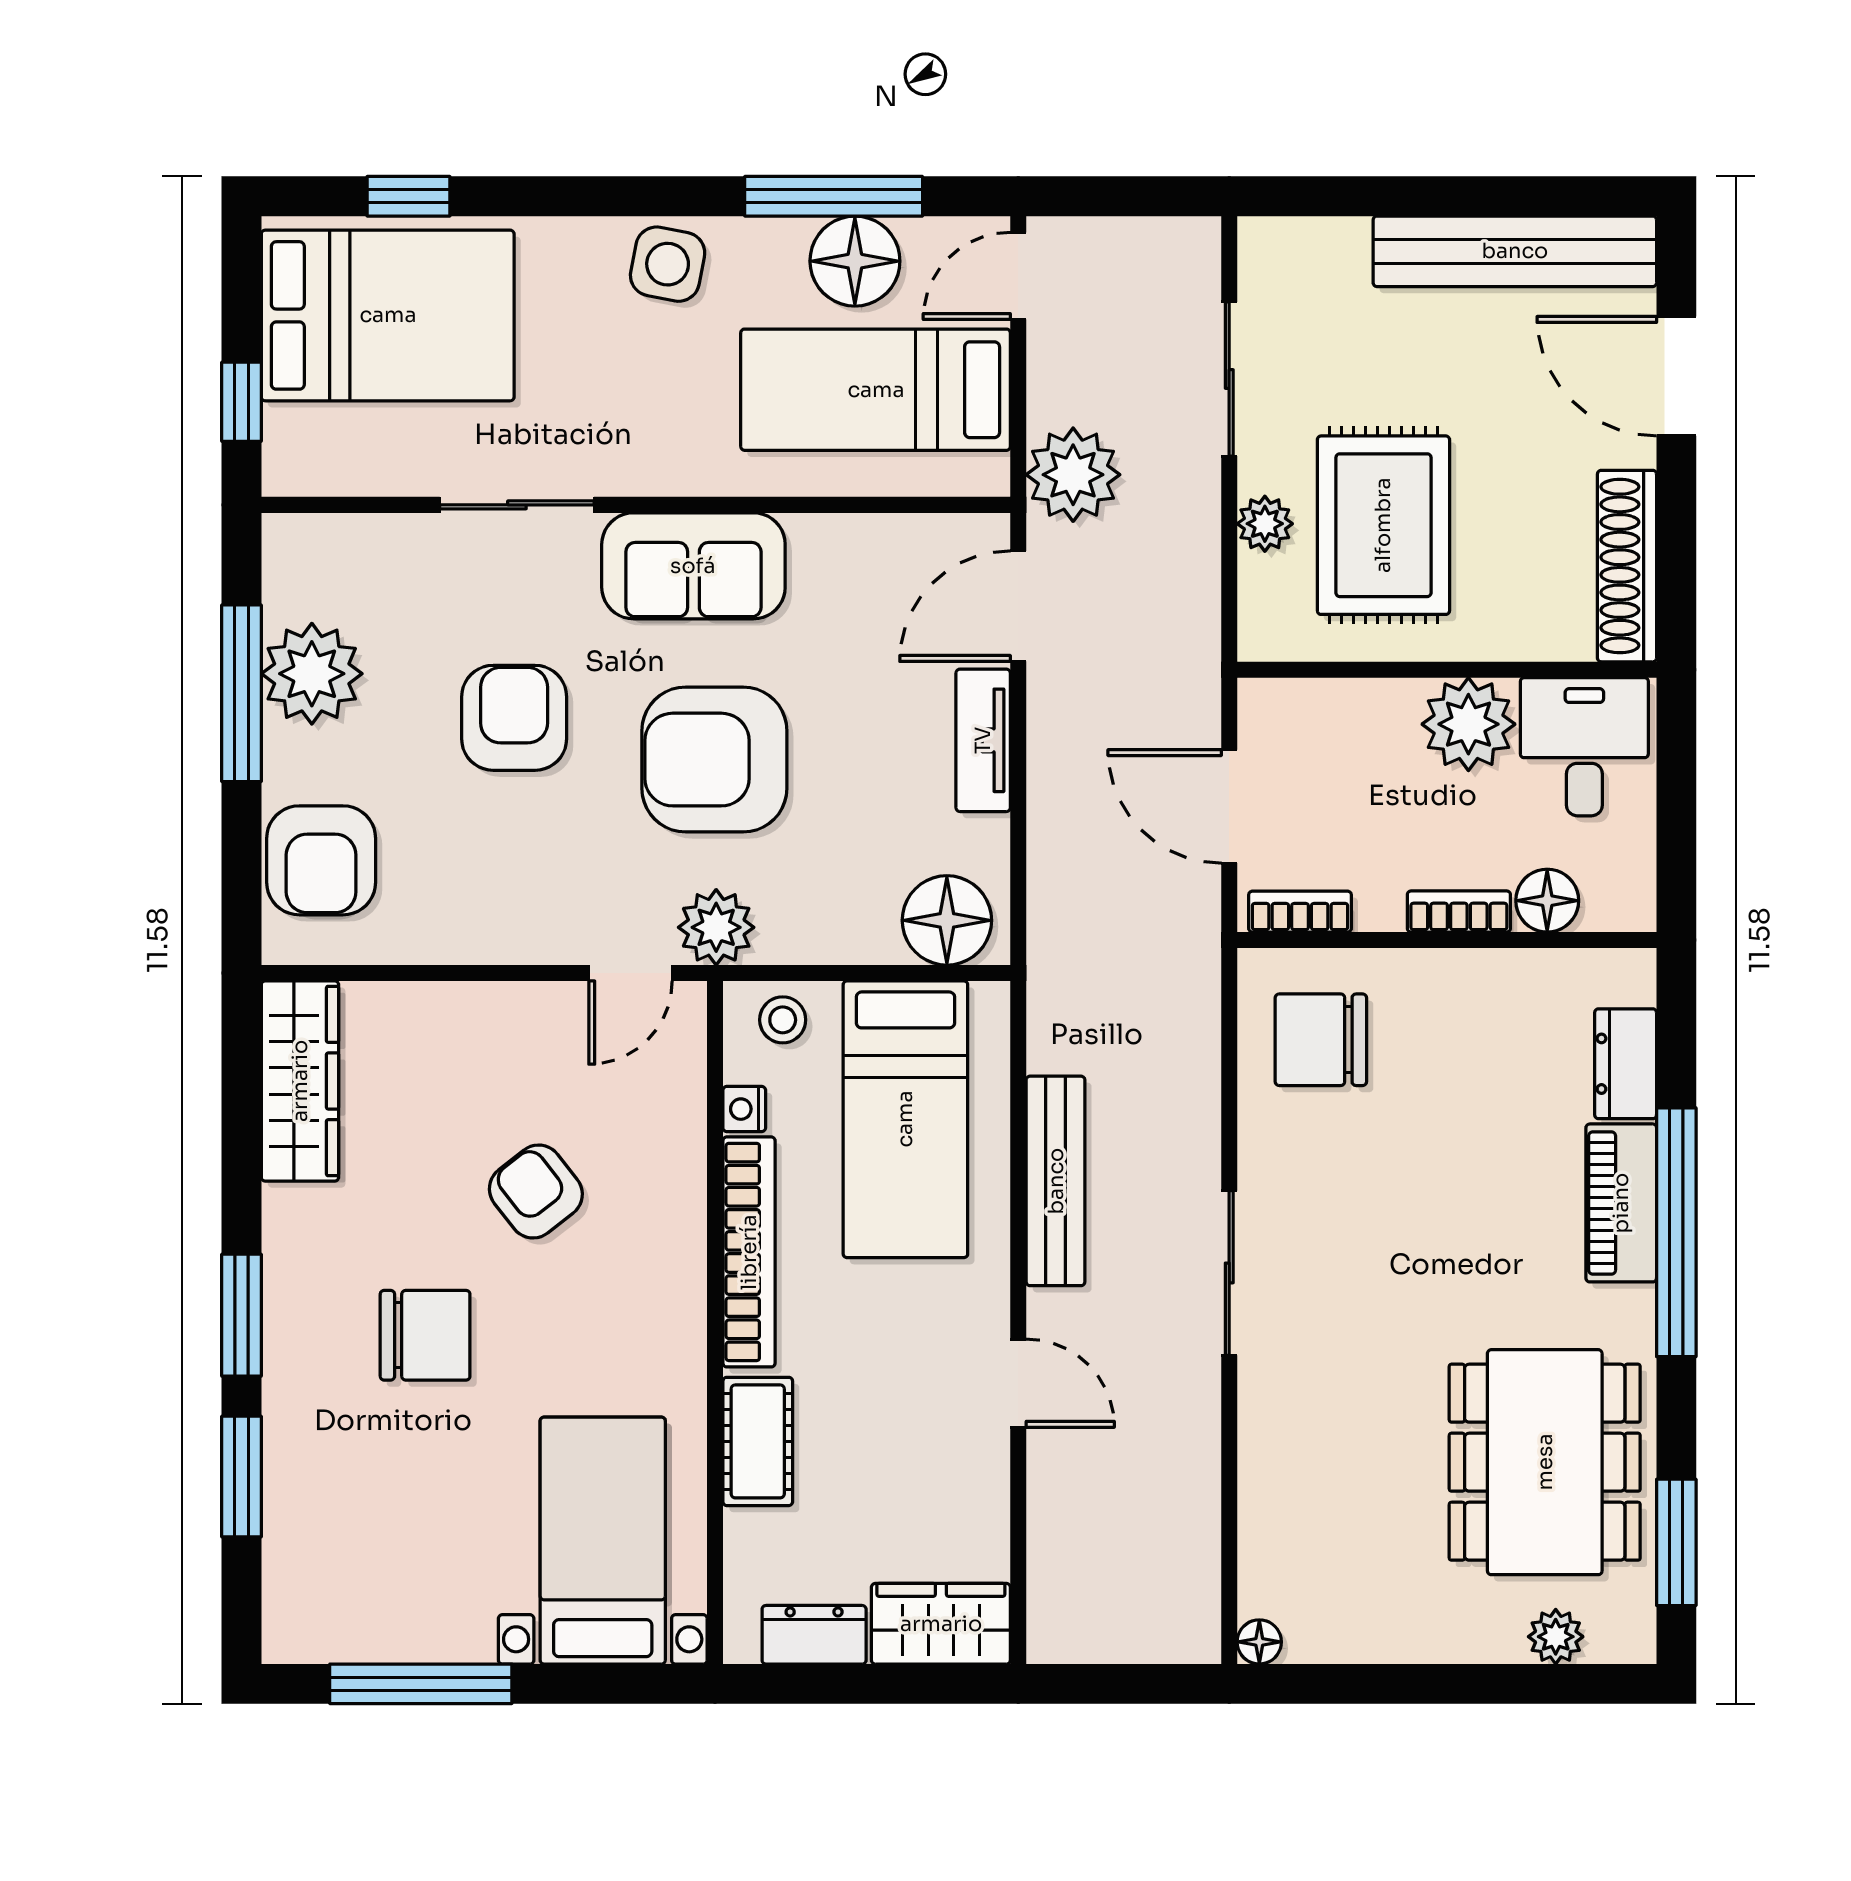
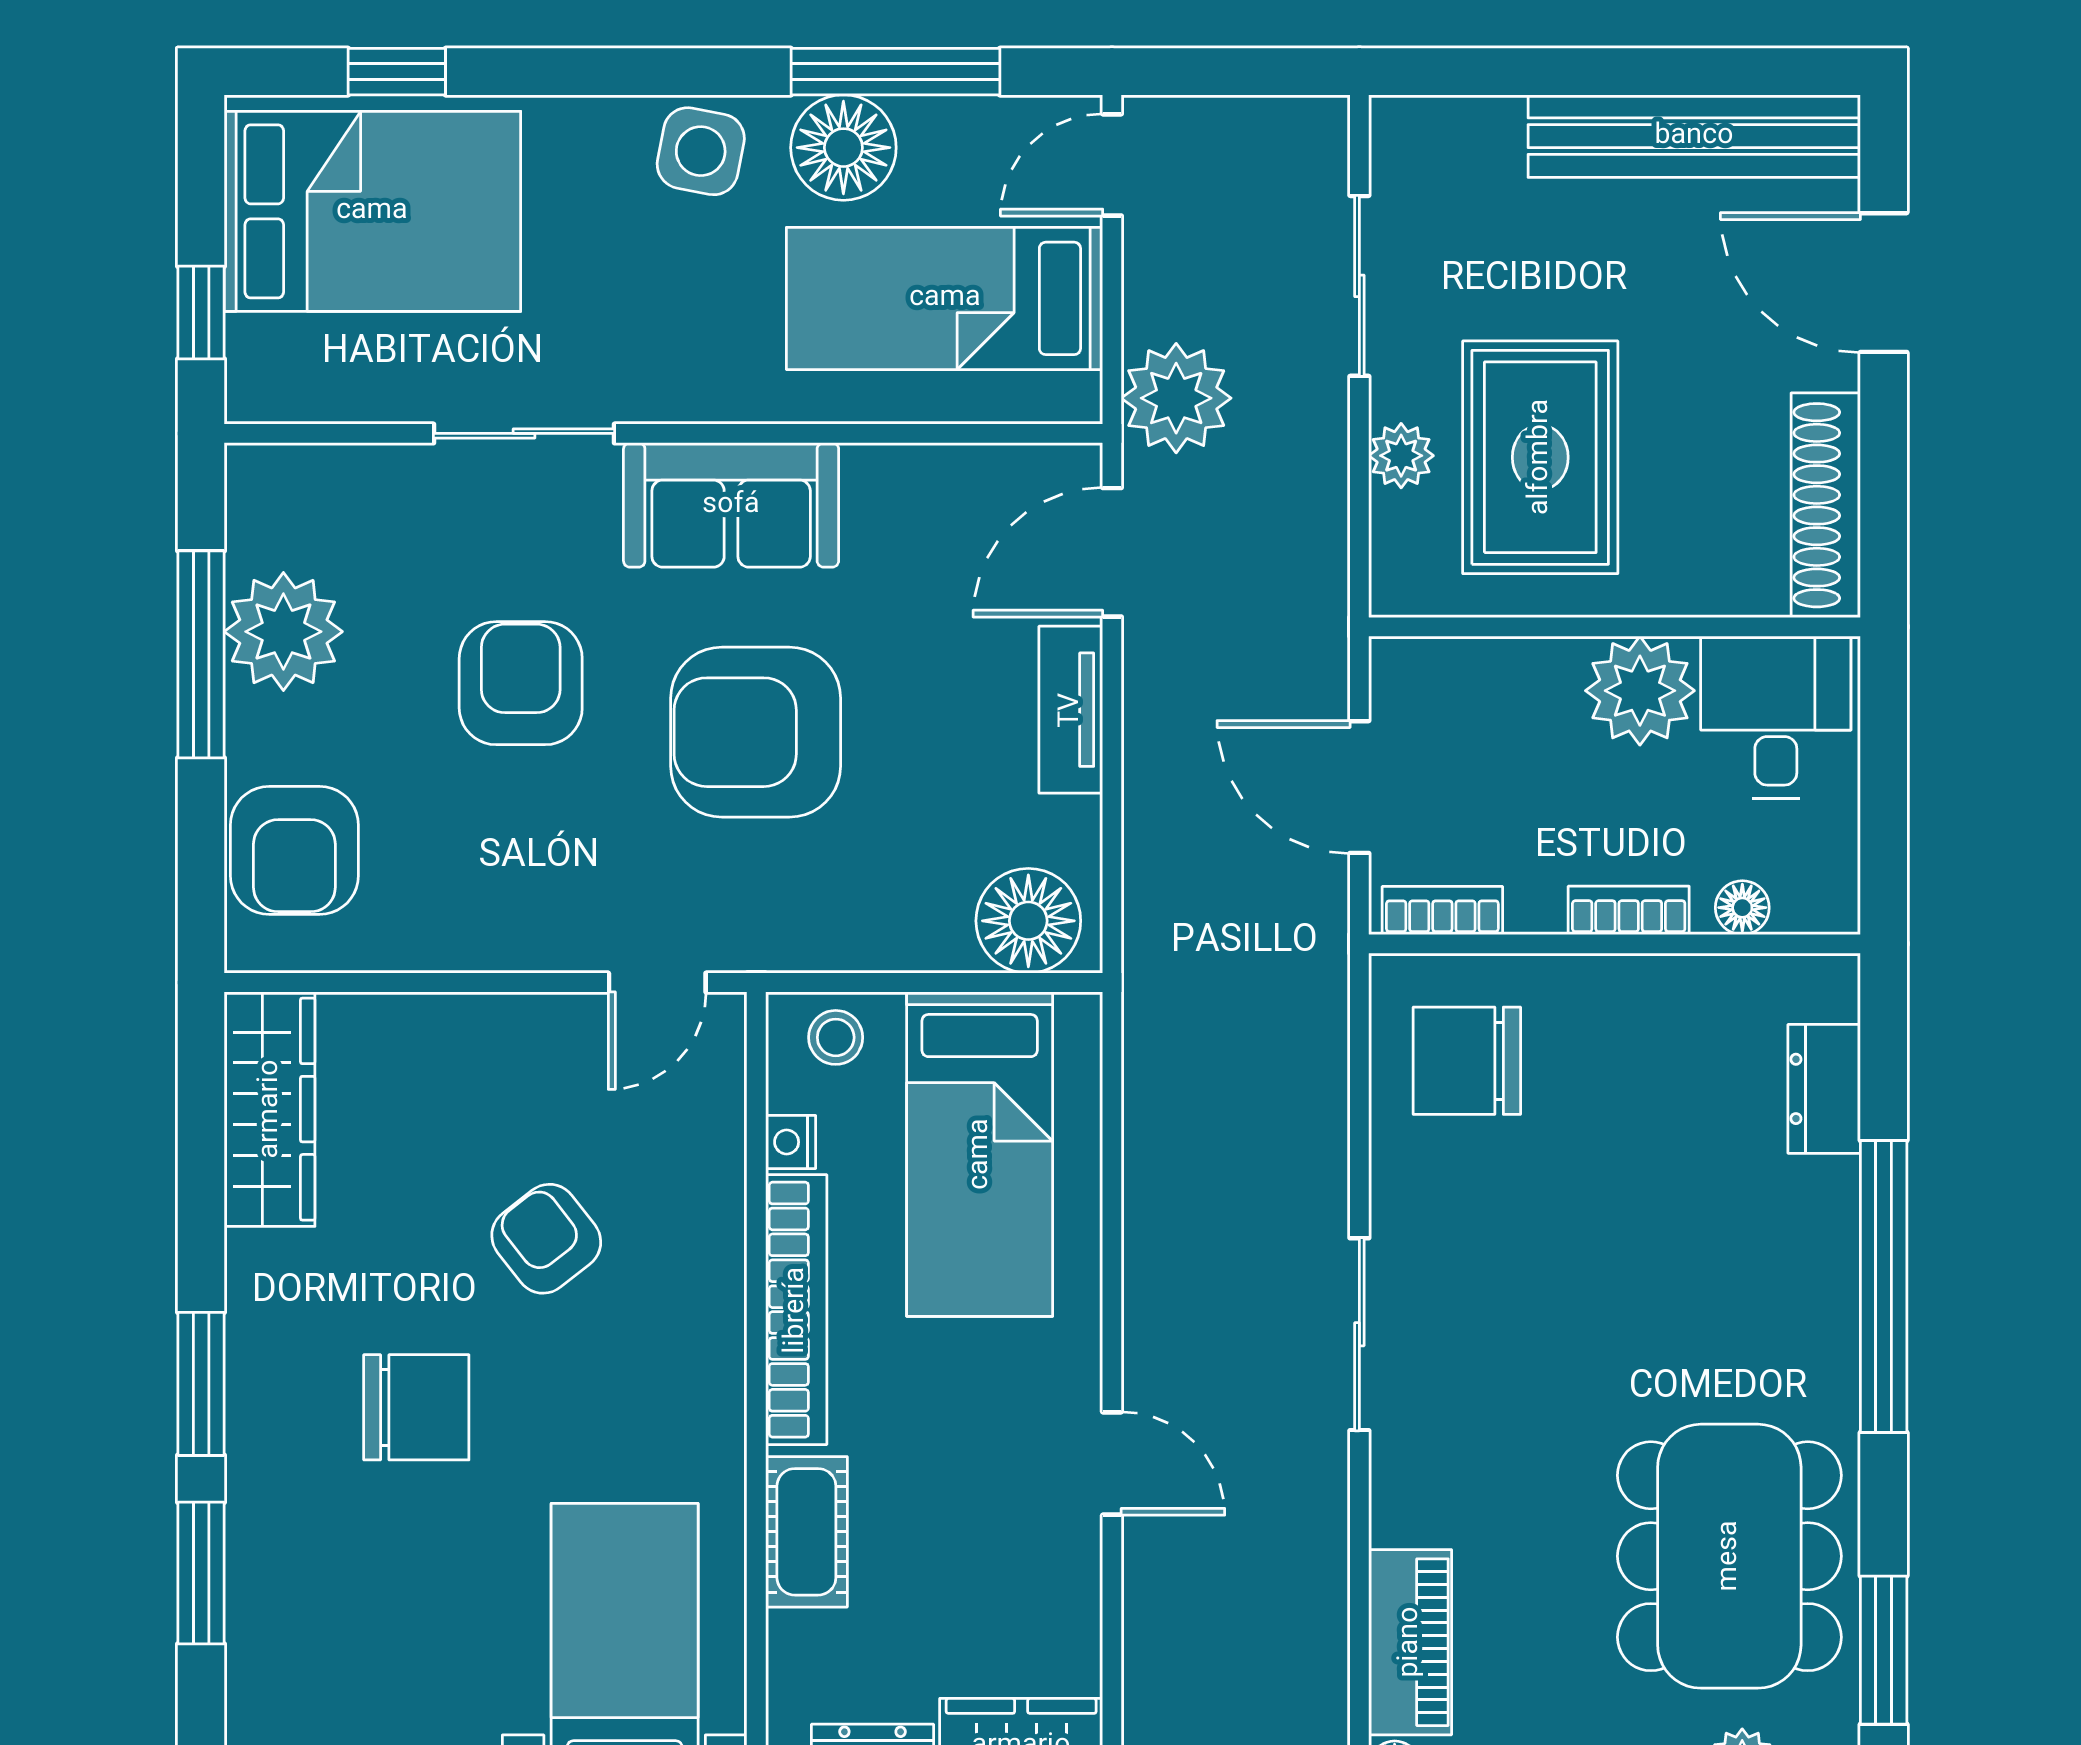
floor lamp: (855, 261) -> (843, 148), moved
floor lamp: (1547, 901) -> (1742, 908), width x0.73, depth x0.73
plant: (716, 927) -> (758, 929), removed
bench: (1056, 1181) -> (1156, 1226), removed
piano: (1621, 1203) -> (1410, 1642), moved, turned 180

